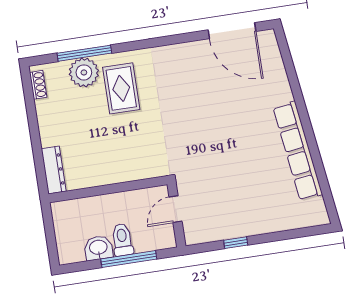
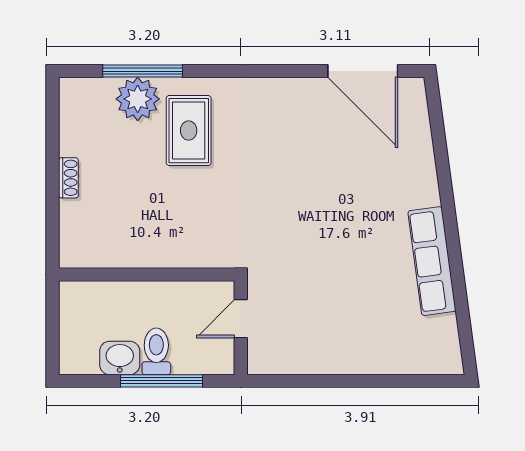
shoe rack: (38, 85) -> (68, 178), moved
row of seats: (298, 151) -> (432, 261), width x0.73
dresser: (54, 170) -> (72, 234), removed
window: (236, 243) -> (321, 381), removed

